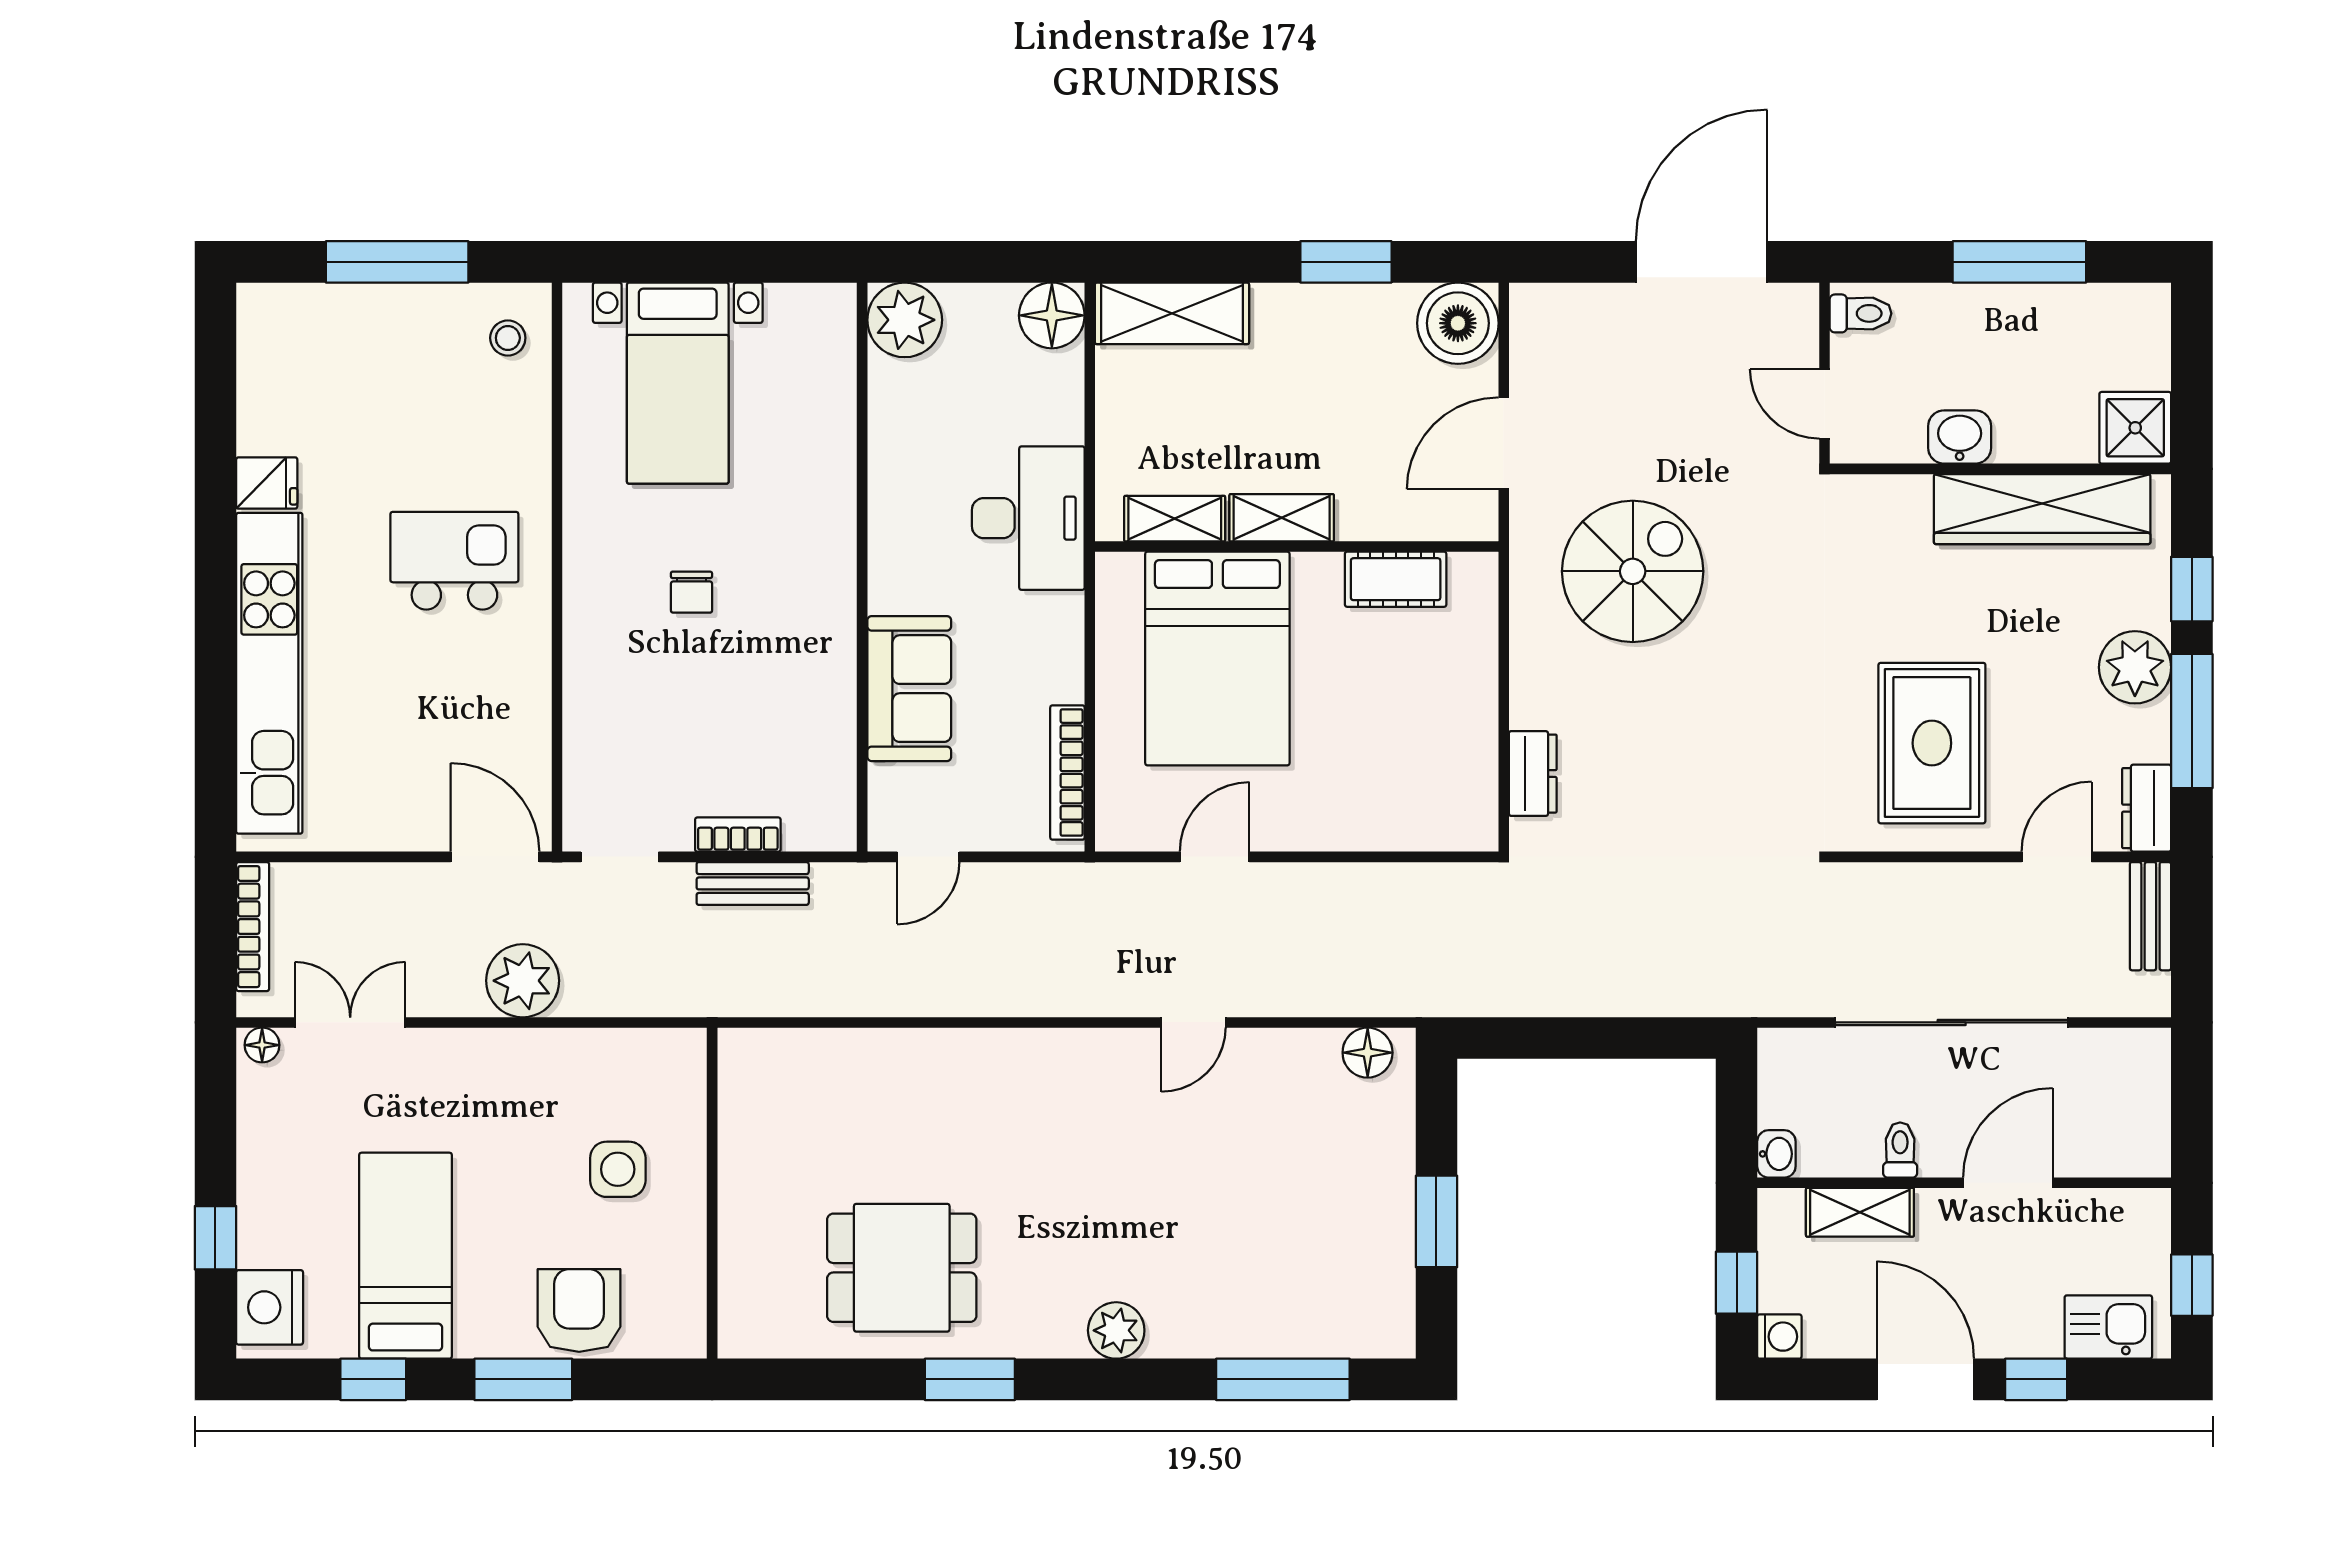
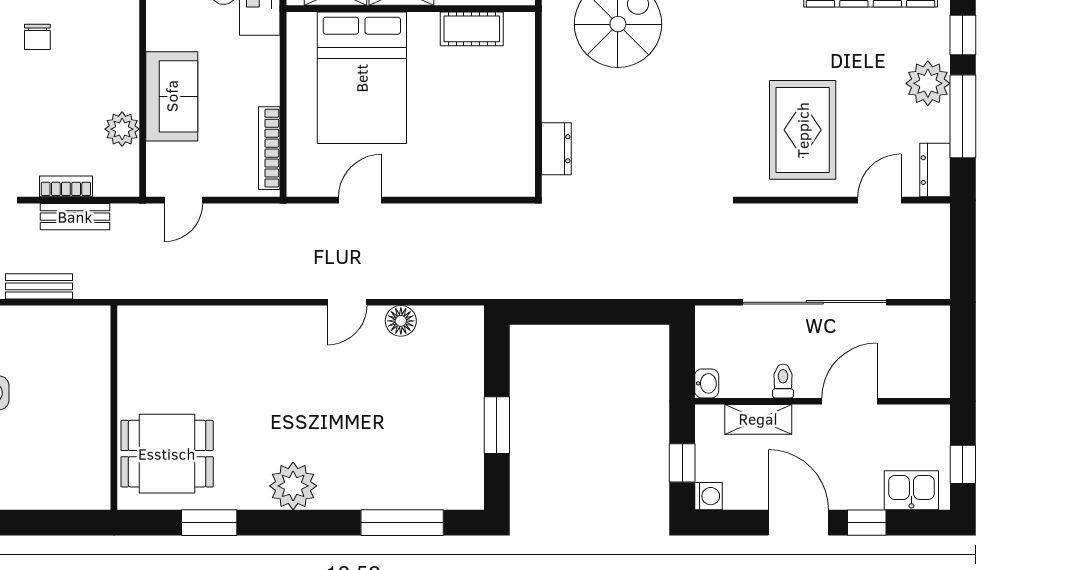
plant: (829, 742) -> (122, 129), added
bench: (2150, 916) -> (39, 286), moved, turned 90
floor lamp: (1368, 1053) -> (401, 321), moved
wall: (712, 1193) -> (114, 408), moved
plant: (1116, 1330) -> (293, 486), width x1.36, depth x1.36

